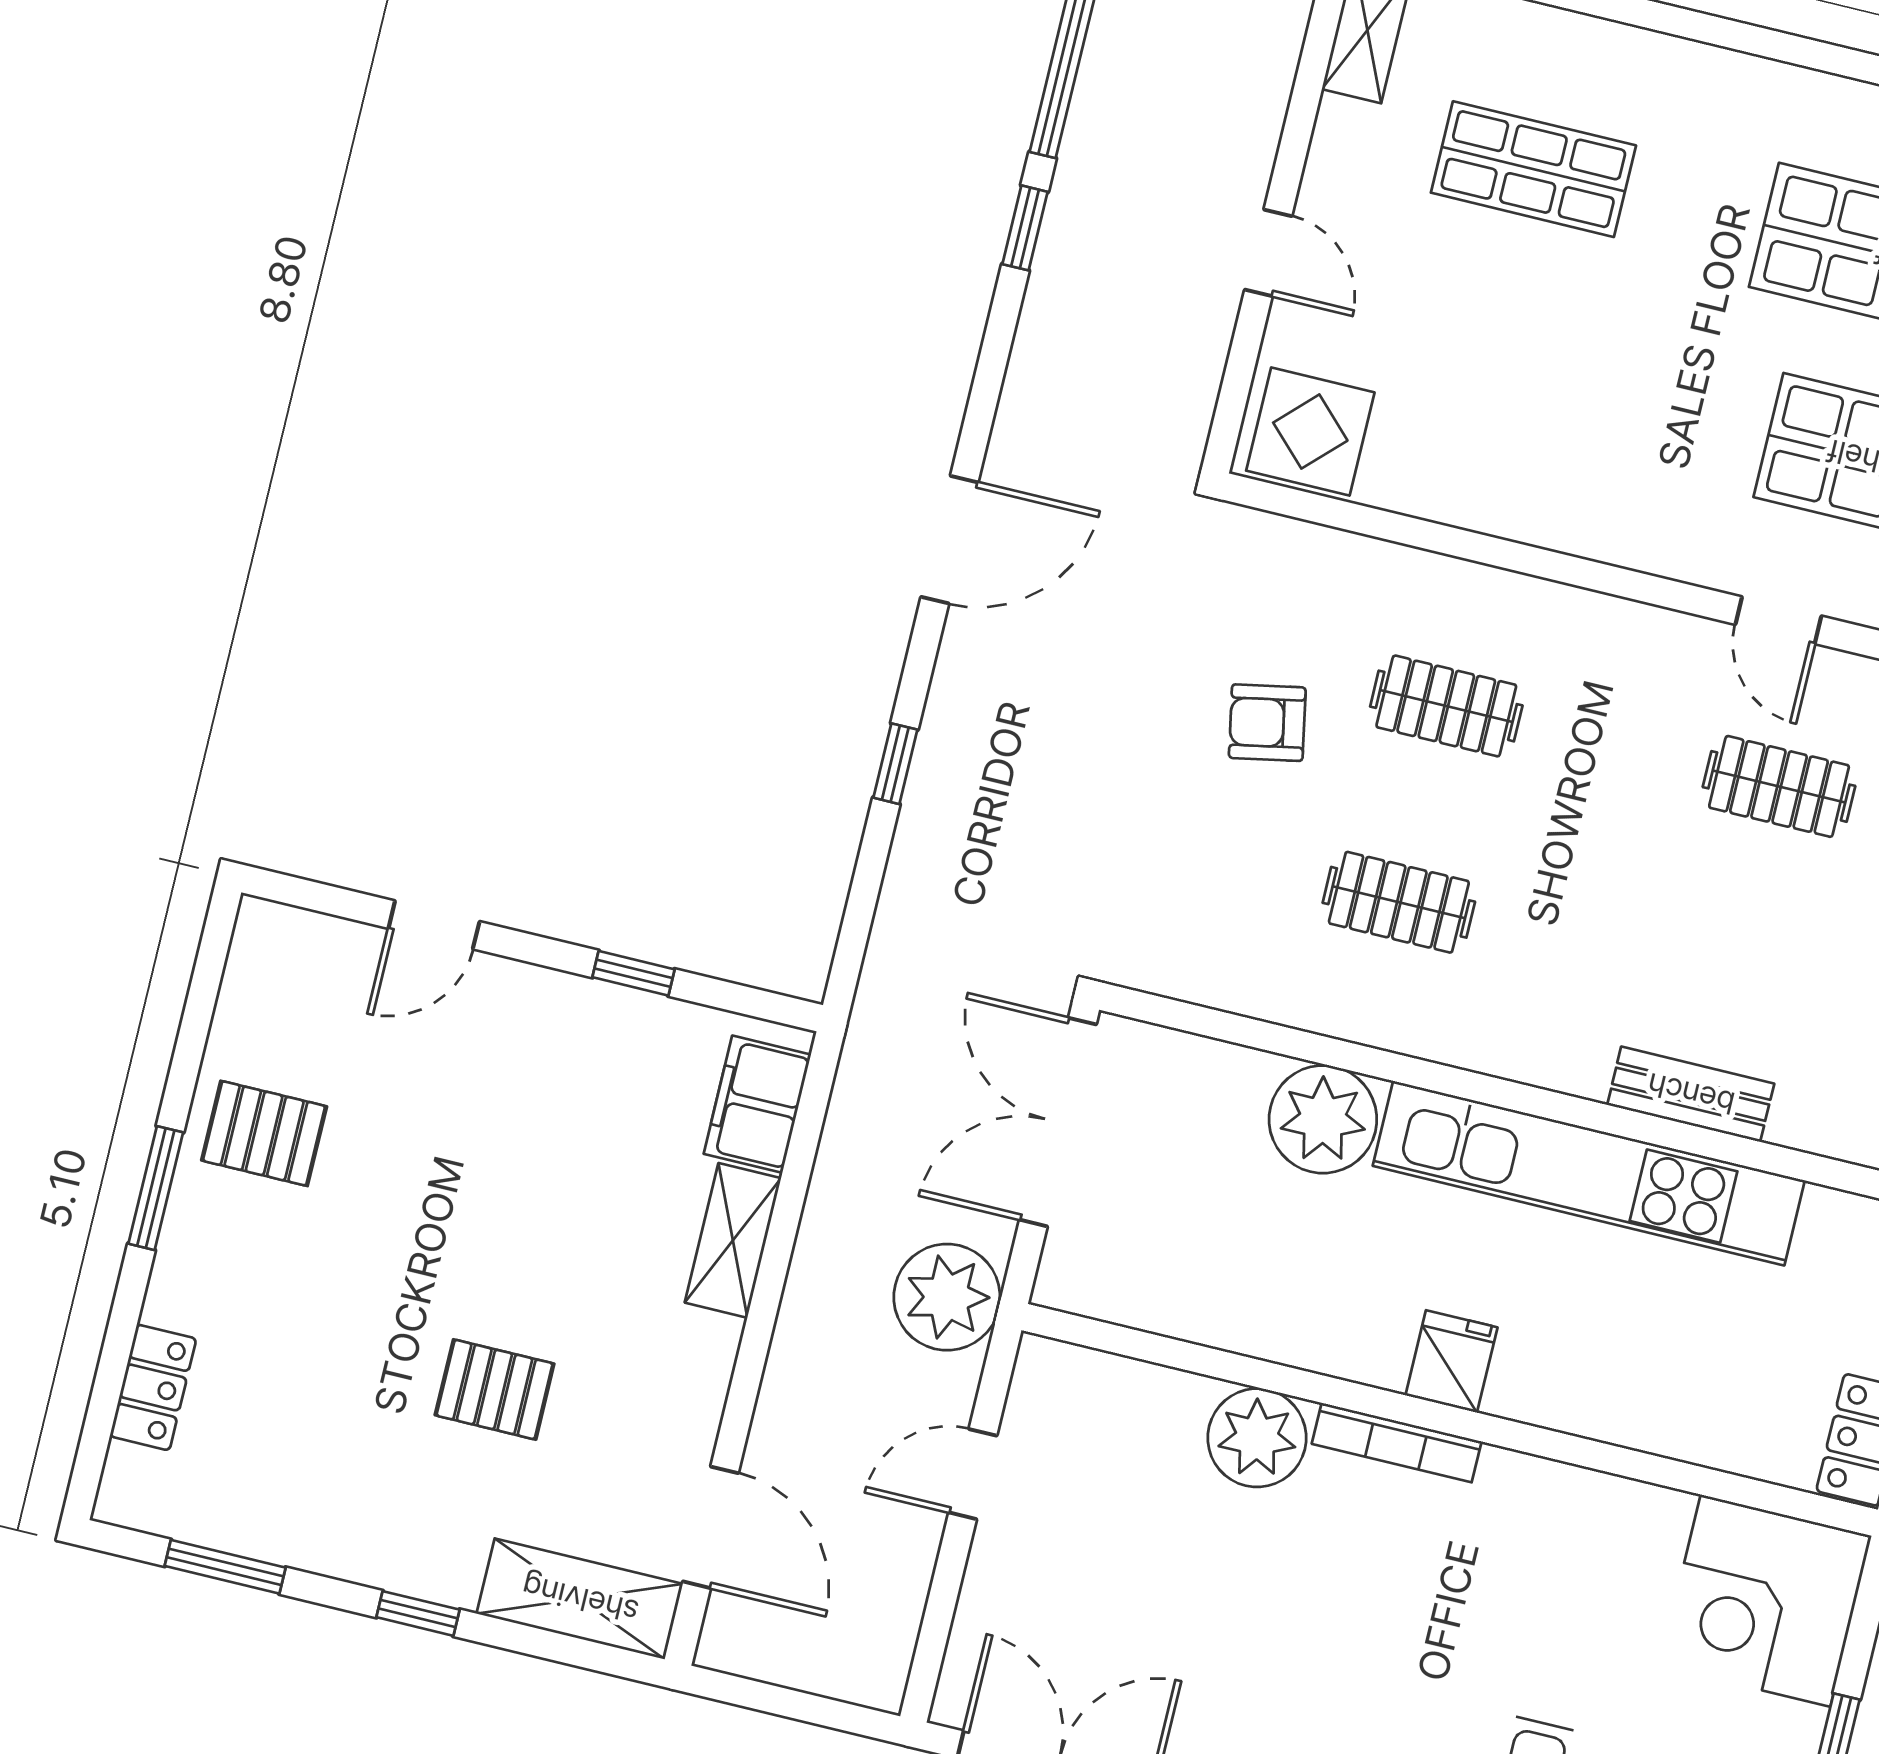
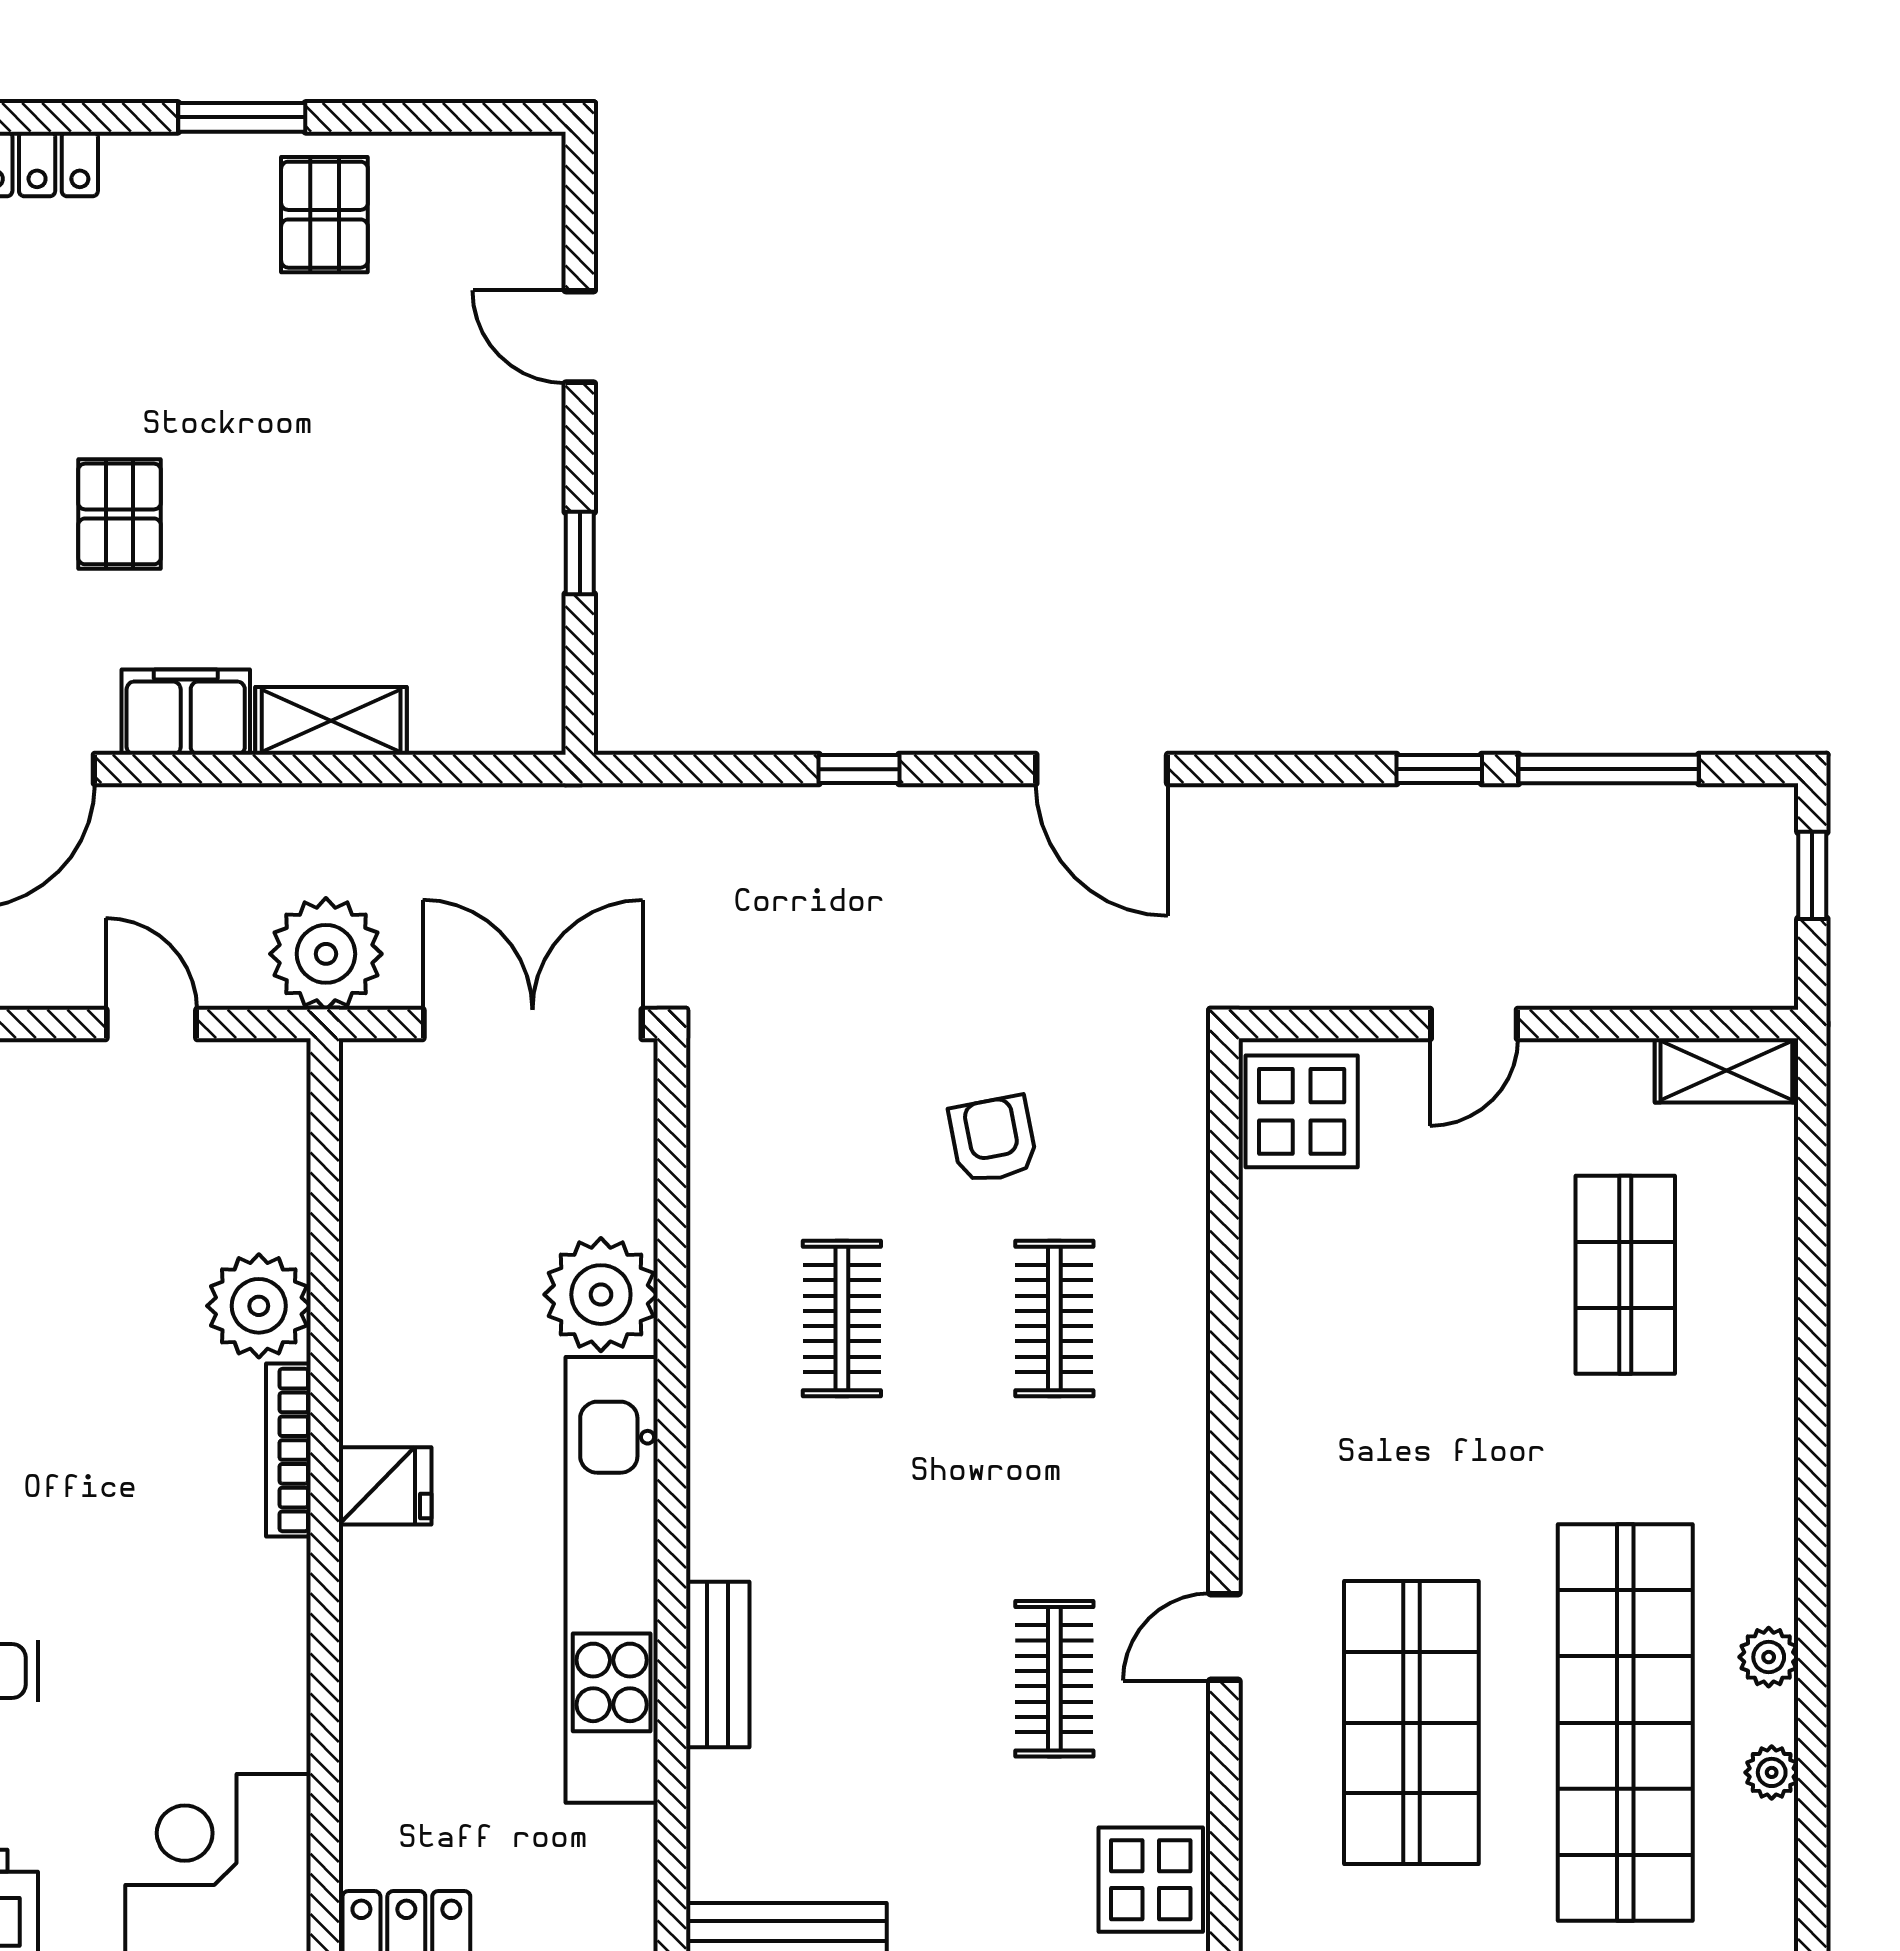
filing cabinet: (757, 1104) -> (186, 712), moved

